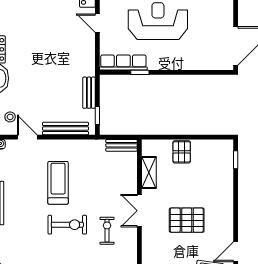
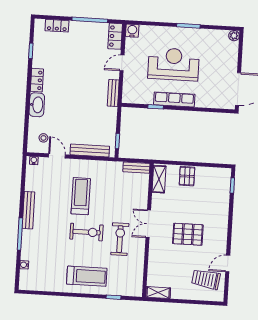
door: (97, 23) -> (122, 63), hinge flipped
row of seats: (123, 63) -> (174, 99), moved
bench: (89, 93) -> (113, 93), moved
shelving: (149, 173) -> (159, 179), moved
exercise bike: (107, 231) -> (120, 239), width x1.38, depth x1.39

